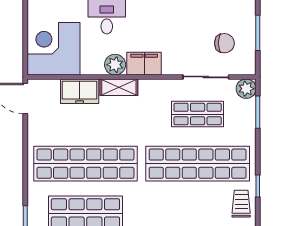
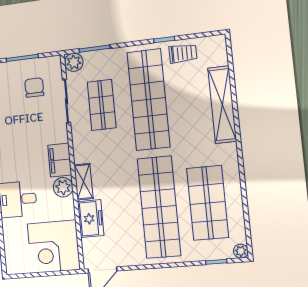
trolley: (241, 204) -> (183, 53), turned 180

